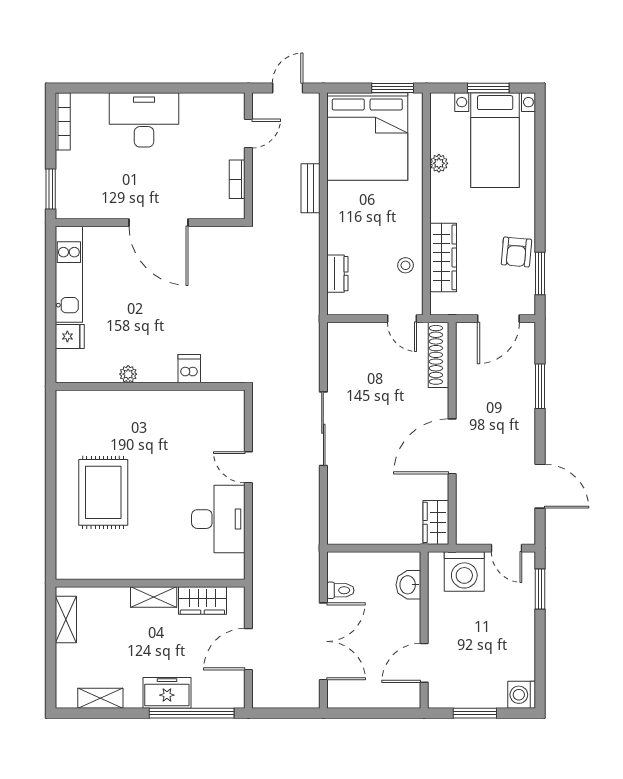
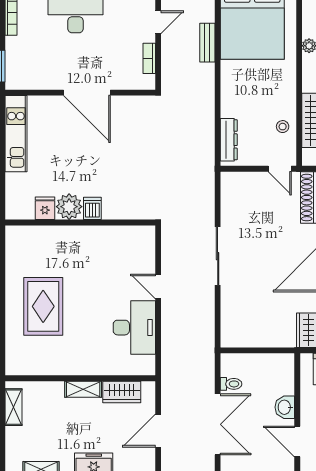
bench: (310, 188) -> (207, 43), moved
dresser: (337, 274) -> (229, 140), width x1.44
fridge: (70, 336) -> (45, 208), moved, turned -90
dishwasher: (189, 369) -> (92, 208), moved
plant: (128, 374) -> (69, 207), width x1.88, depth x1.88
washbasin: (408, 585) -> (285, 407), moved
door: (424, 663) -> (297, 441), hinge flipped

